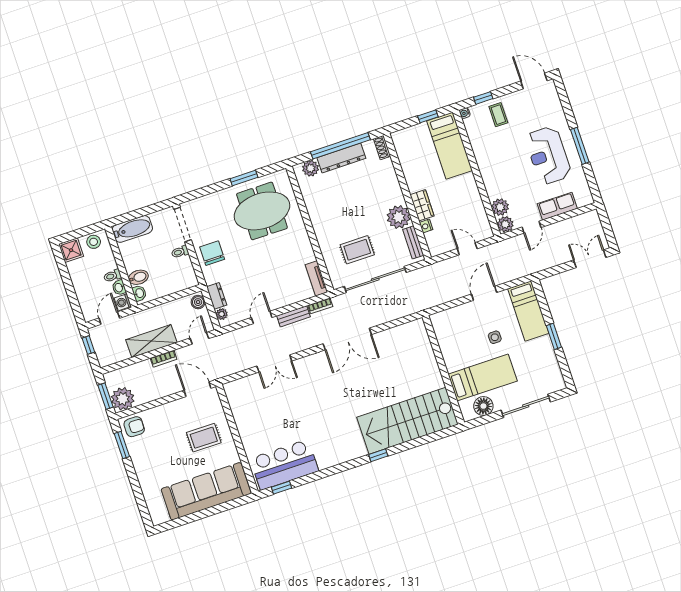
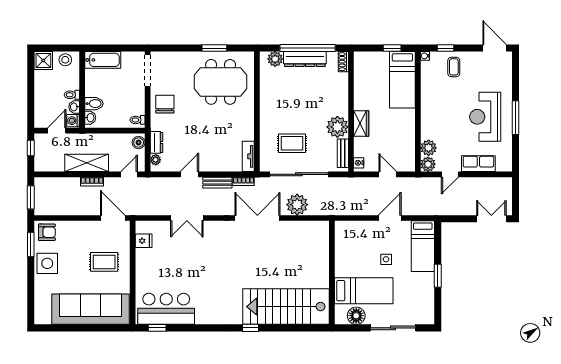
nightstand: (426, 226) -> (359, 163), moved
toilet: (180, 252) -> (137, 120), moved
double door: (347, 339) -> (257, 218), swing flipped
plant: (123, 399) -> (297, 205), moved
fridge: (237, 402) -> (144, 241), added
side table: (145, 459) -> (47, 263), added

